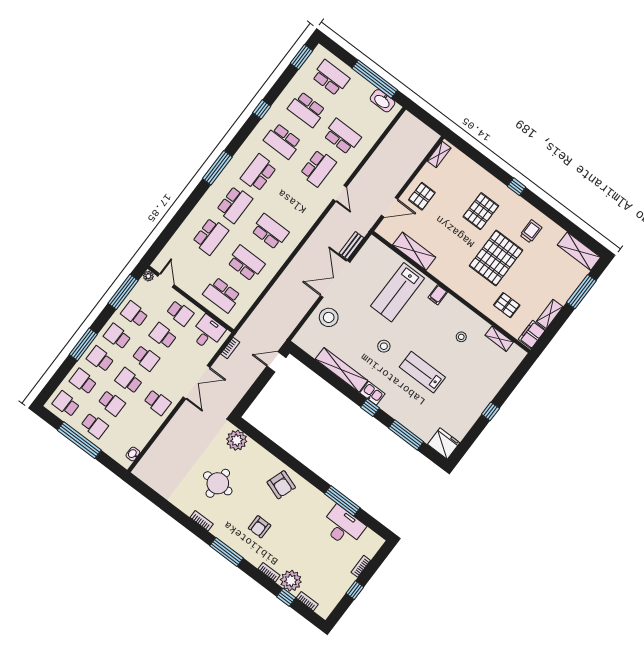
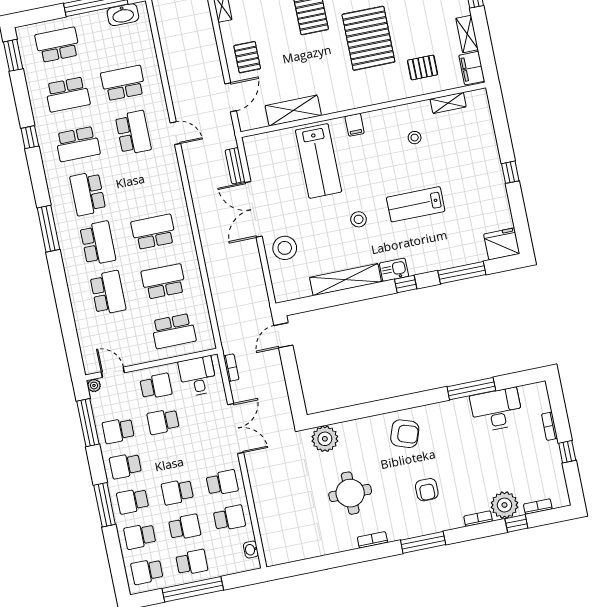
school desk: (146, 358) -> (229, 518), moved

